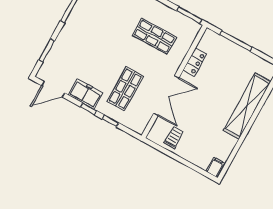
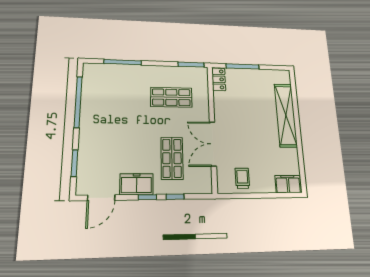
locker: (195, 62) -> (219, 79), moved
double door: (166, 96) -> (213, 144), swing flipped
filing cabinet: (215, 167) -> (288, 184), width x2.00

